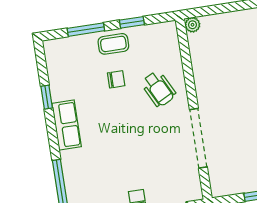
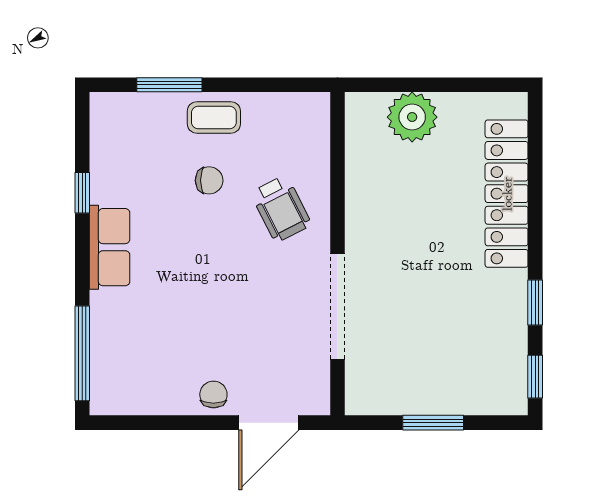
window: (132, 22) -> (252, 85), removed
plant: (192, 25) -> (412, 117), moved, width x1.87, depth x1.87

